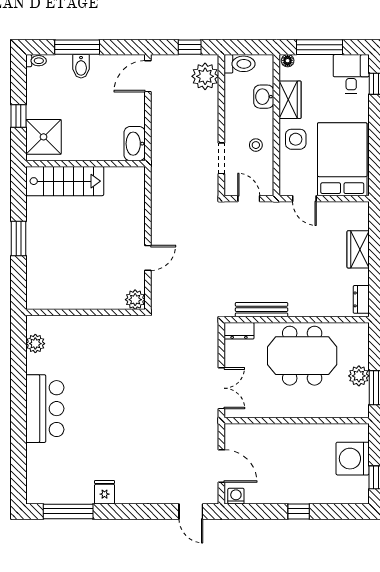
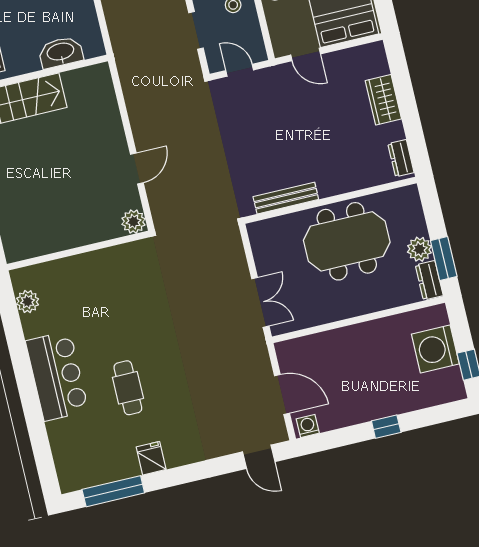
washbasin: (135, 144) -> (61, 52), moved, turned 90
dresser: (239, 331) -> (429, 280), moved, turned 90
cafe table: (99, 431) -> (128, 388), added

